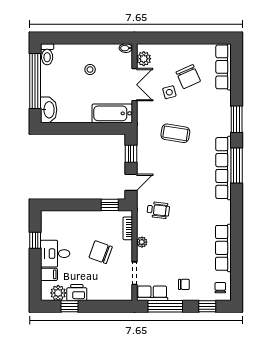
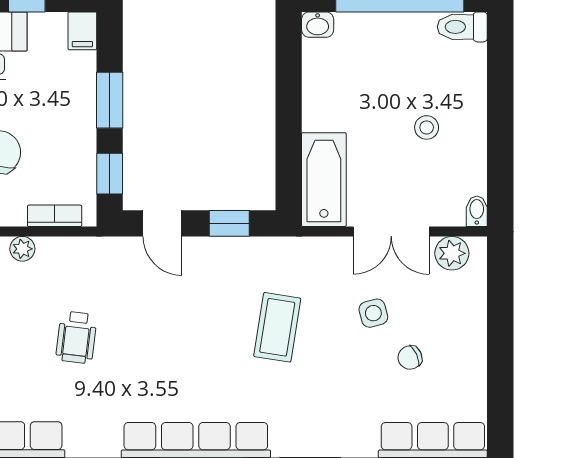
chair: (188, 77) -> (410, 358), width x0.54, depth x0.54
washbasin: (49, 110) -> (318, 25), width x0.52, depth x0.69
window: (78, 205) -> (110, 100), added
wheelchair: (158, 210) -> (76, 337), moved
filing cabinet: (49, 216) -> (82, 31), added

